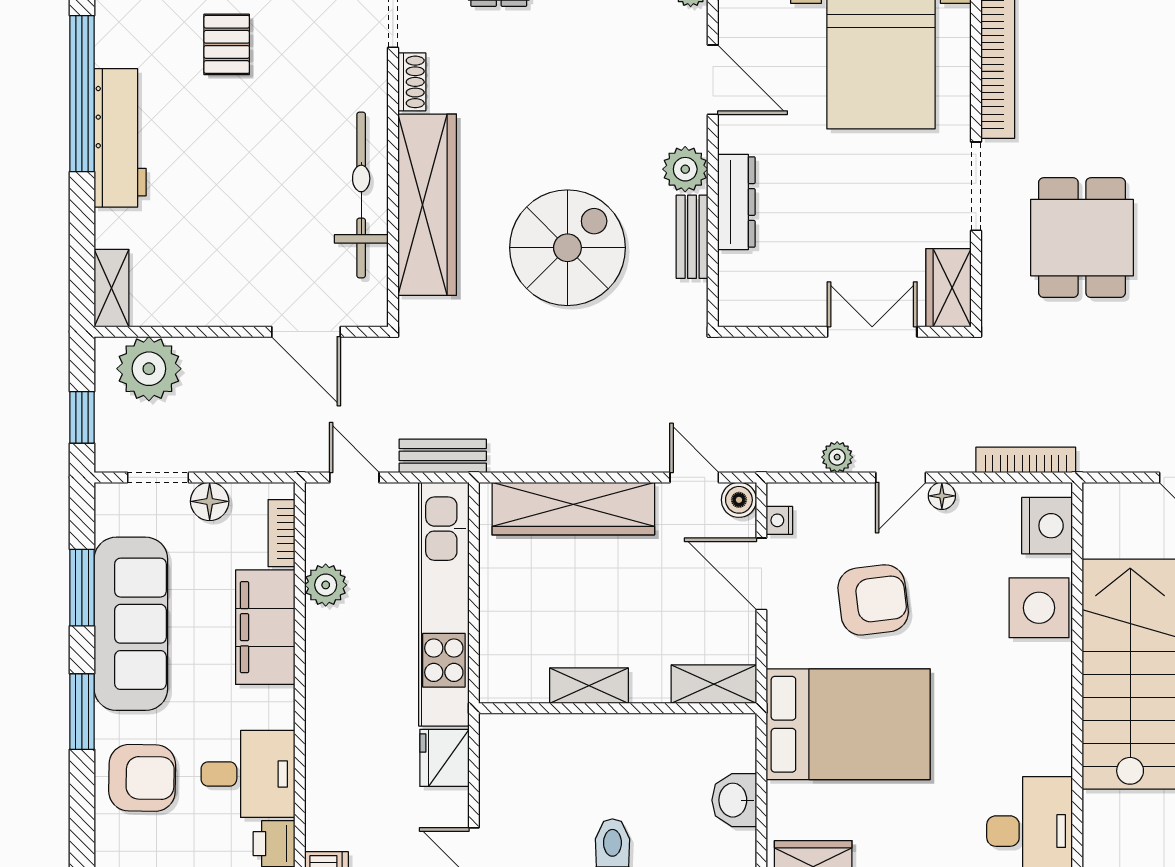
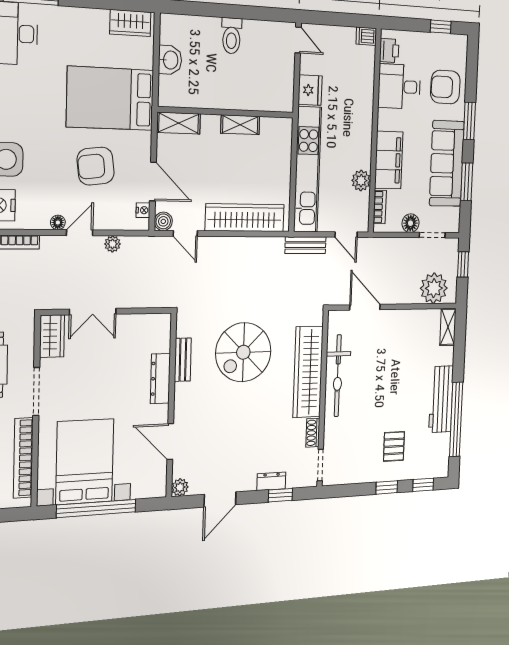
plant: (685, 169) -> (185, 395), removed

